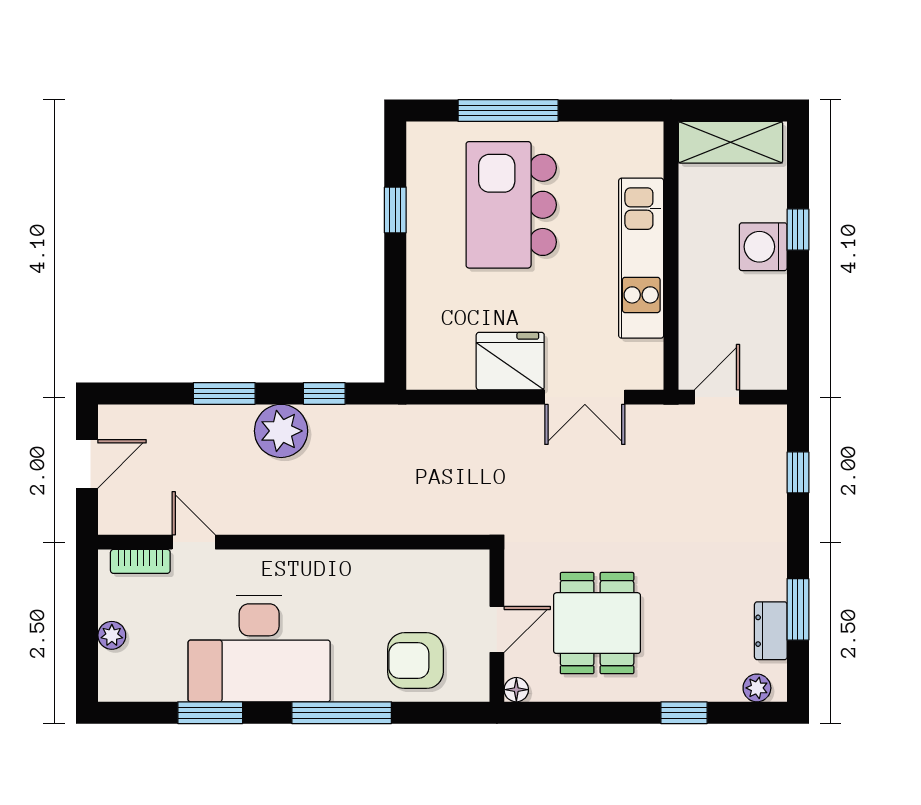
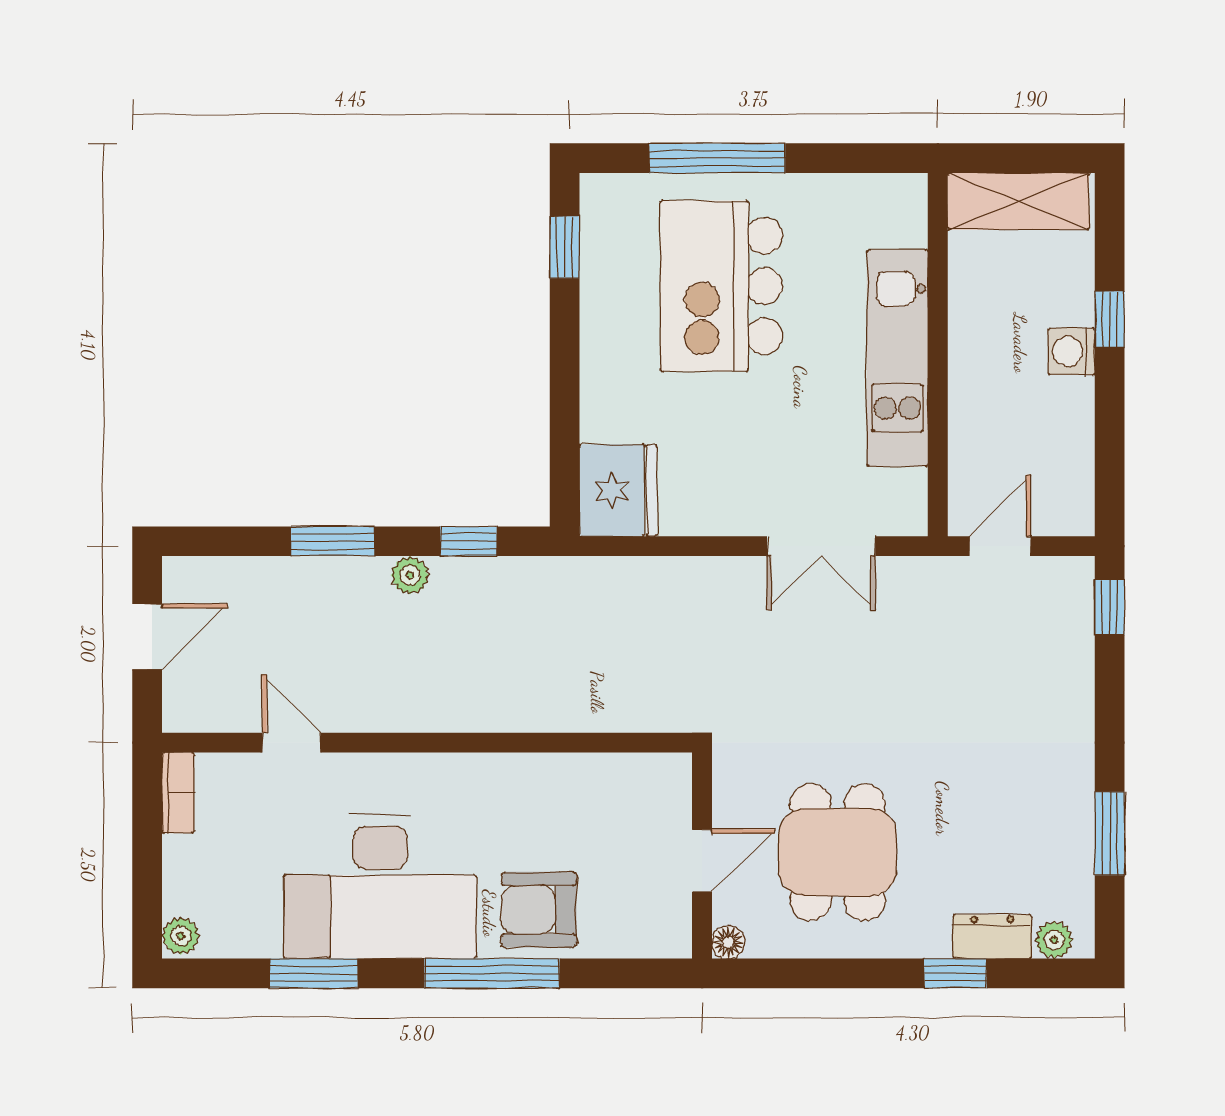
window: (395, 210) -> (565, 247), moved
washing machine: (763, 247) -> (1071, 351), width x0.73, depth x0.73
fridge: (510, 361) -> (618, 490), moved, turned 90
plant: (281, 431) -> (410, 575), width x0.53, depth x0.53
window: (798, 472) -> (1110, 607), moved
bookcase: (140, 561) -> (178, 793), moved, turned -90
dresser: (771, 631) -> (992, 937), moved, turned 90
plant: (112, 635) -> (181, 936), moved
armchair: (415, 661) -> (539, 910), moved

